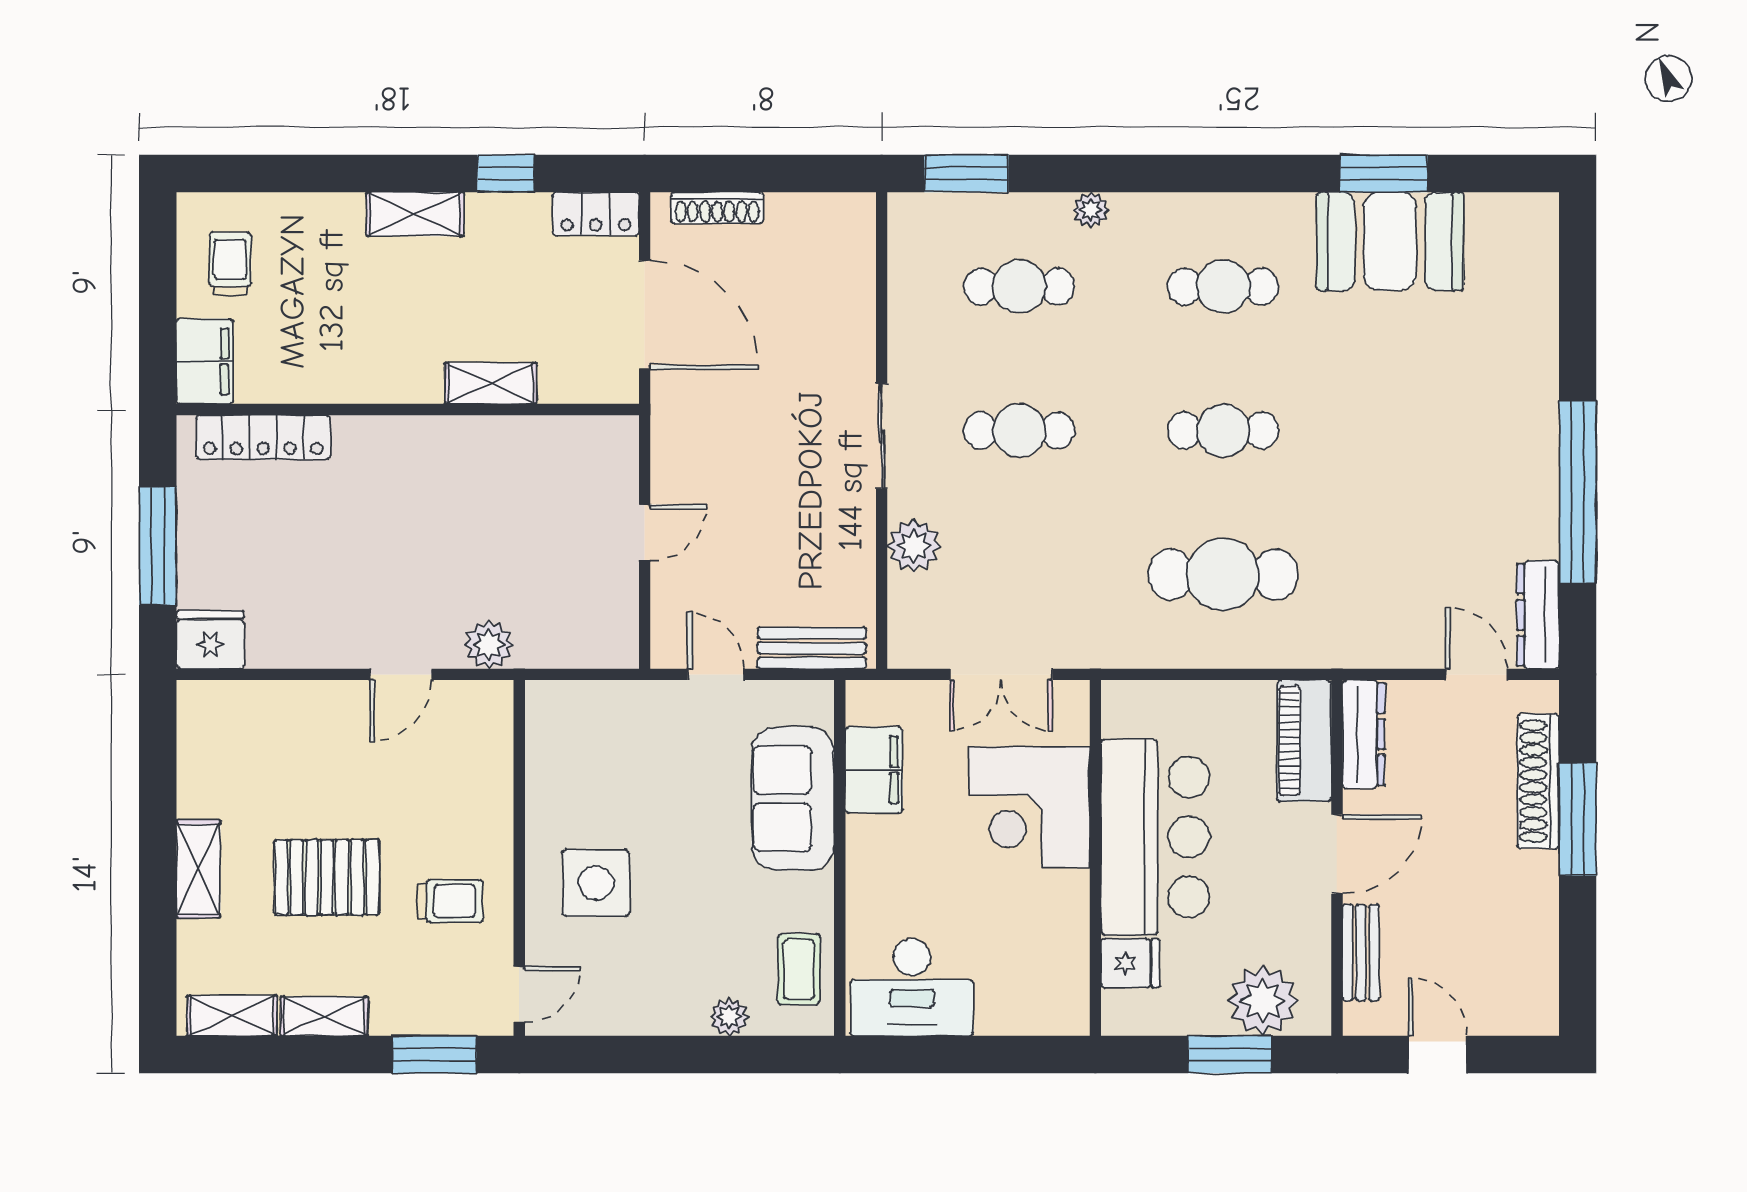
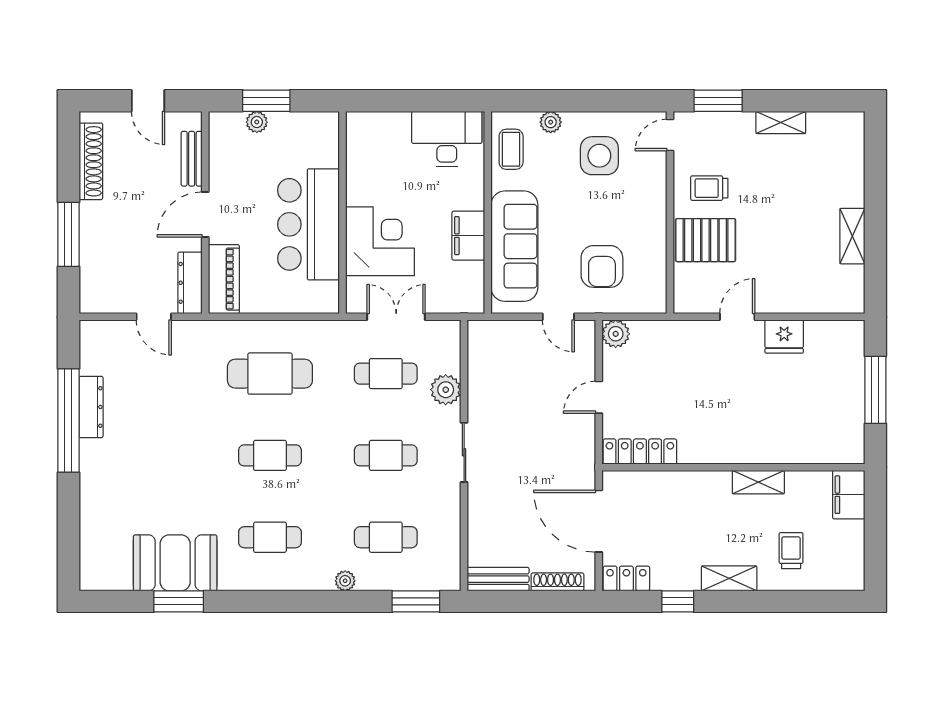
trolley: (230, 264) -> (791, 551), moved, turned 180
shelving: (491, 383) -> (758, 482), moved
locker: (263, 437) -> (640, 452), moved
cafe table: (1019, 574) -> (386, 374), added
dresser: (1538, 615) -> (91, 407), moved
fridge: (210, 640) -> (784, 337), moved
plant: (489, 644) -> (616, 334), moved
bench: (812, 648) -> (498, 579), moved
door: (1476, 674) -> (154, 317), moved
armchair: (639, 763) -> (602, 266), added
filing cabinet: (874, 770) -> (468, 236), moved
shoe rack: (1538, 781) -> (91, 161), moved
sofa: (793, 799) -> (514, 246), width x1.36
shelving: (198, 869) -> (852, 236), moved
pallet: (327, 877) -> (706, 240), moved
side table: (596, 883) -> (599, 156), moved
fridge: (1130, 963) -> (323, 153), removed
plant: (1263, 1001) -> (257, 122), width x0.53, depth x0.53
shelving: (232, 1016) -> (833, 123), removed

